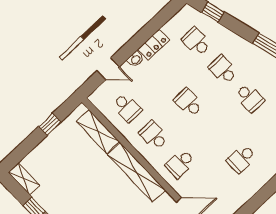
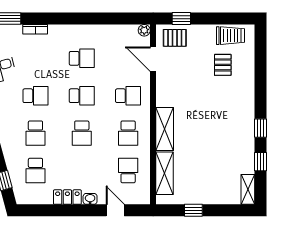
school desk: (250, 98) -> (35, 96), turned 90
school desk: (215, 131) -> (82, 96), added
shelving: (136, 172) -> (165, 129), width x0.68

